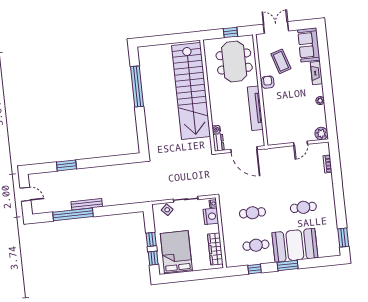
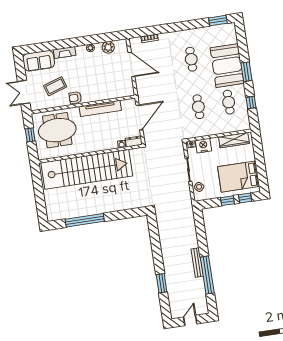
plant: (321, 134) -> (108, 47), moved
door: (301, 143) -> (131, 64), width x1.88

